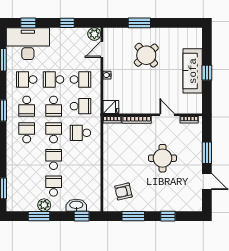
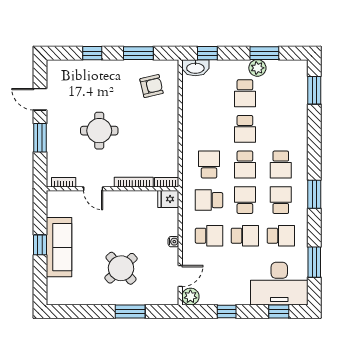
school desk: (80, 79) -> (209, 236), turned 180
school desk: (80, 133) -> (209, 164), turned -90
washbasin: (76, 205) -> (195, 68), moved

